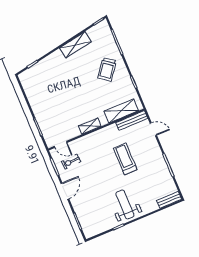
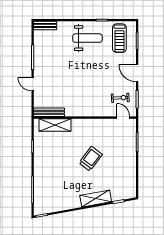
shelving: (75, 45) -> (96, 199), moved
trolley: (107, 69) -> (91, 159), moved
shelving: (90, 126) -> (90, 123), removed
door: (153, 129) -> (33, 84), moved
treadmill: (125, 159) -> (119, 38), moved
door: (65, 191) -> (137, 73), hinge flipped
weight bench: (125, 204) -> (87, 38), turned -90

